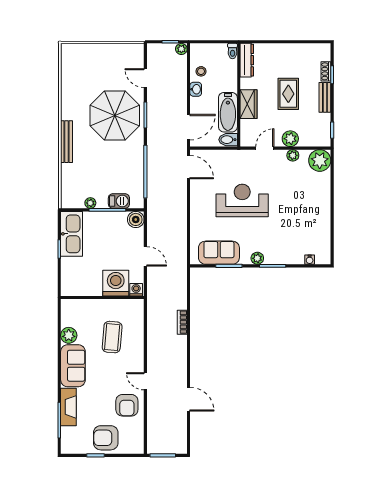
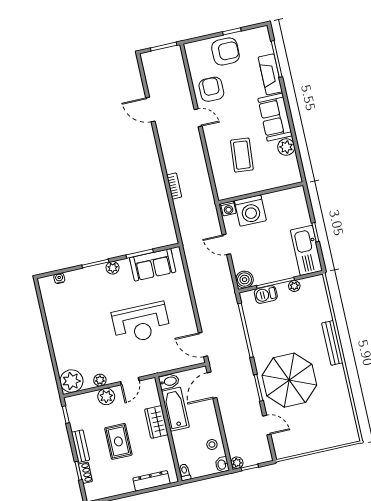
dresser: (247, 60) -> (151, 481), moved, turned 90
washbasin: (196, 89) -> (222, 465), moved

